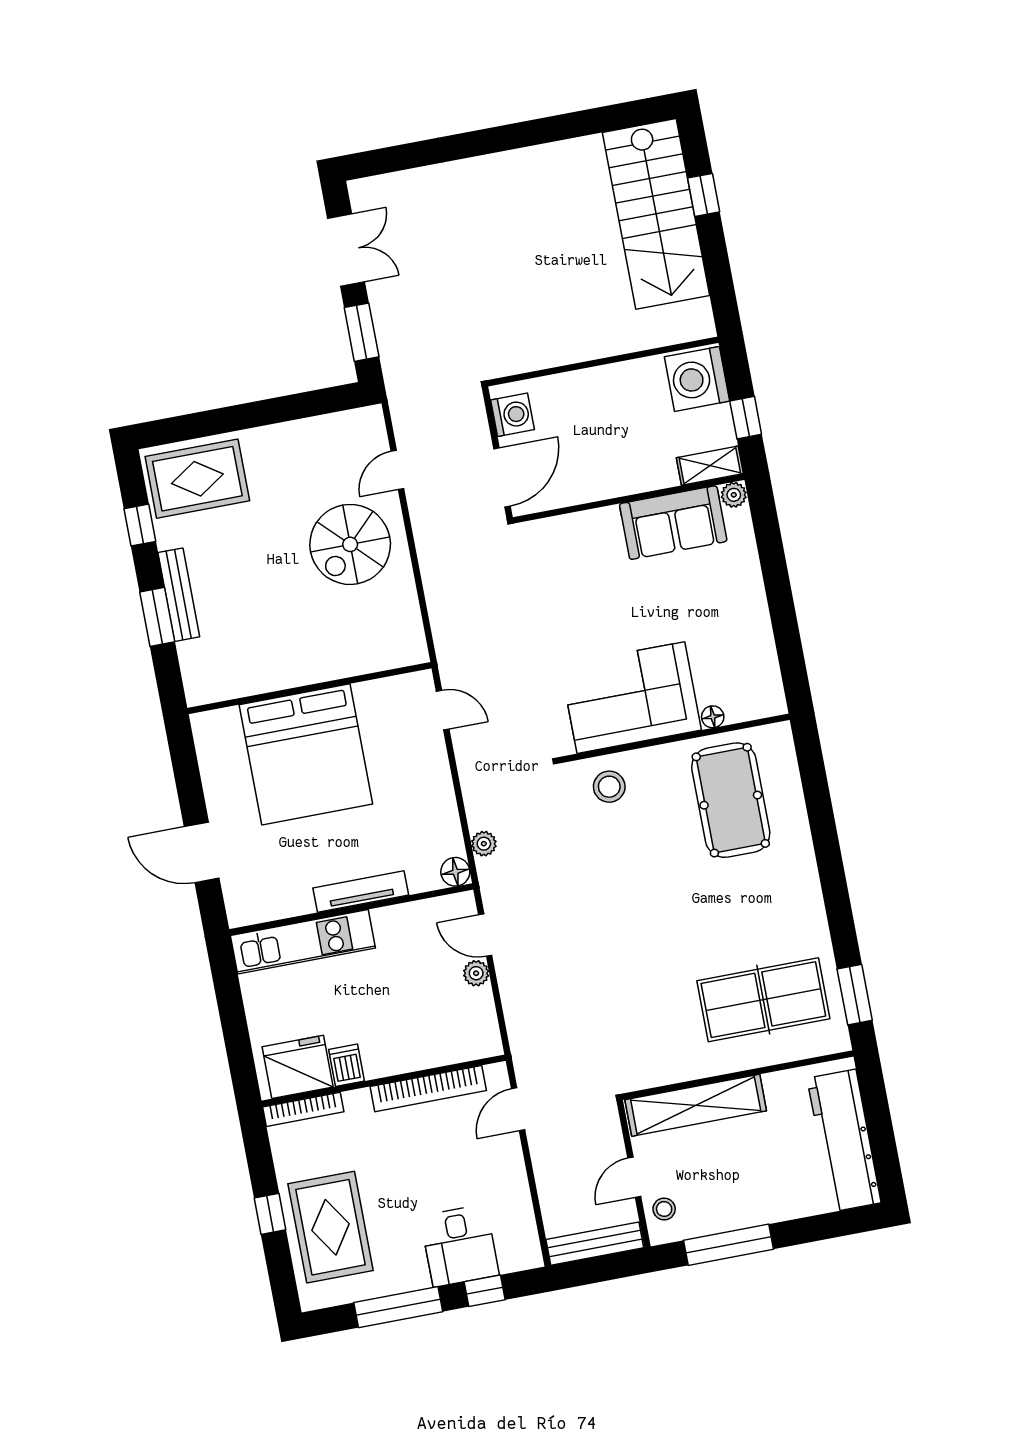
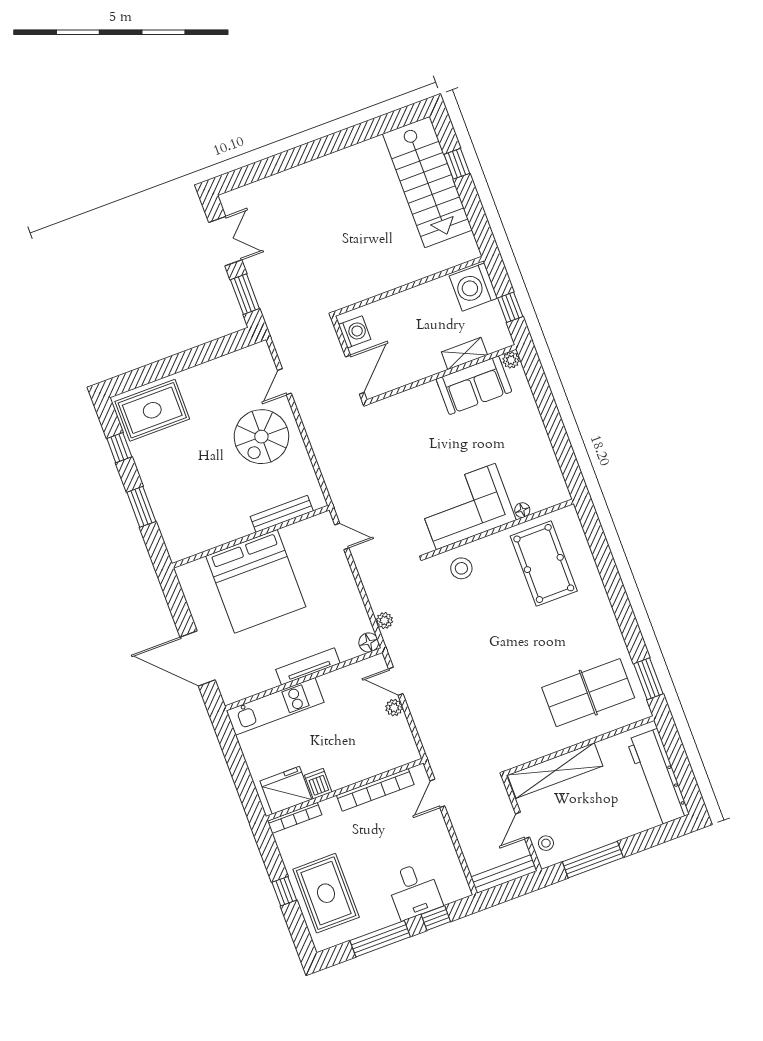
shelving: (710, 466) -> (464, 353), moved
bench: (179, 595) -> (282, 514), moved, turned 90
door: (202, 852) -> (198, 658), width x1.36

